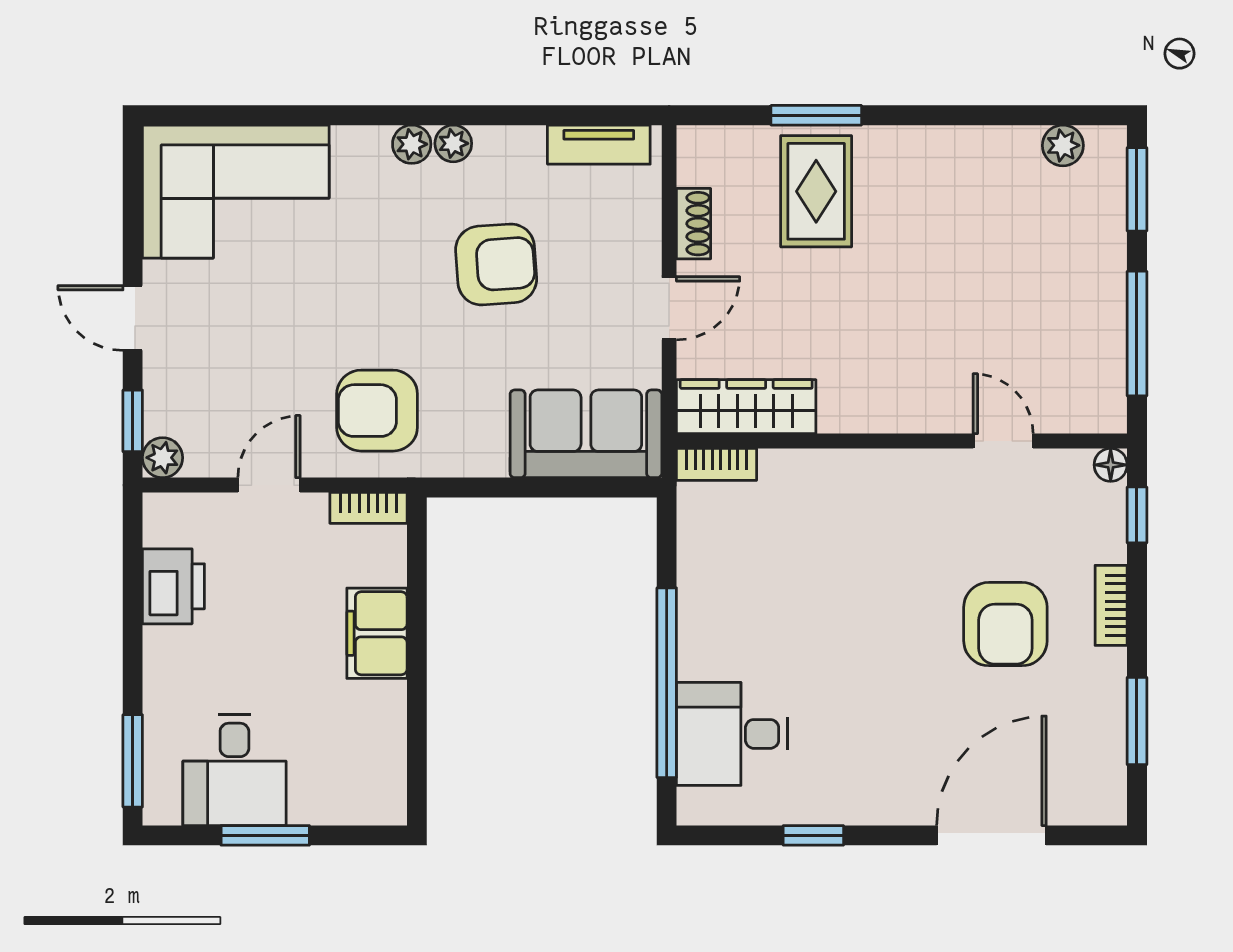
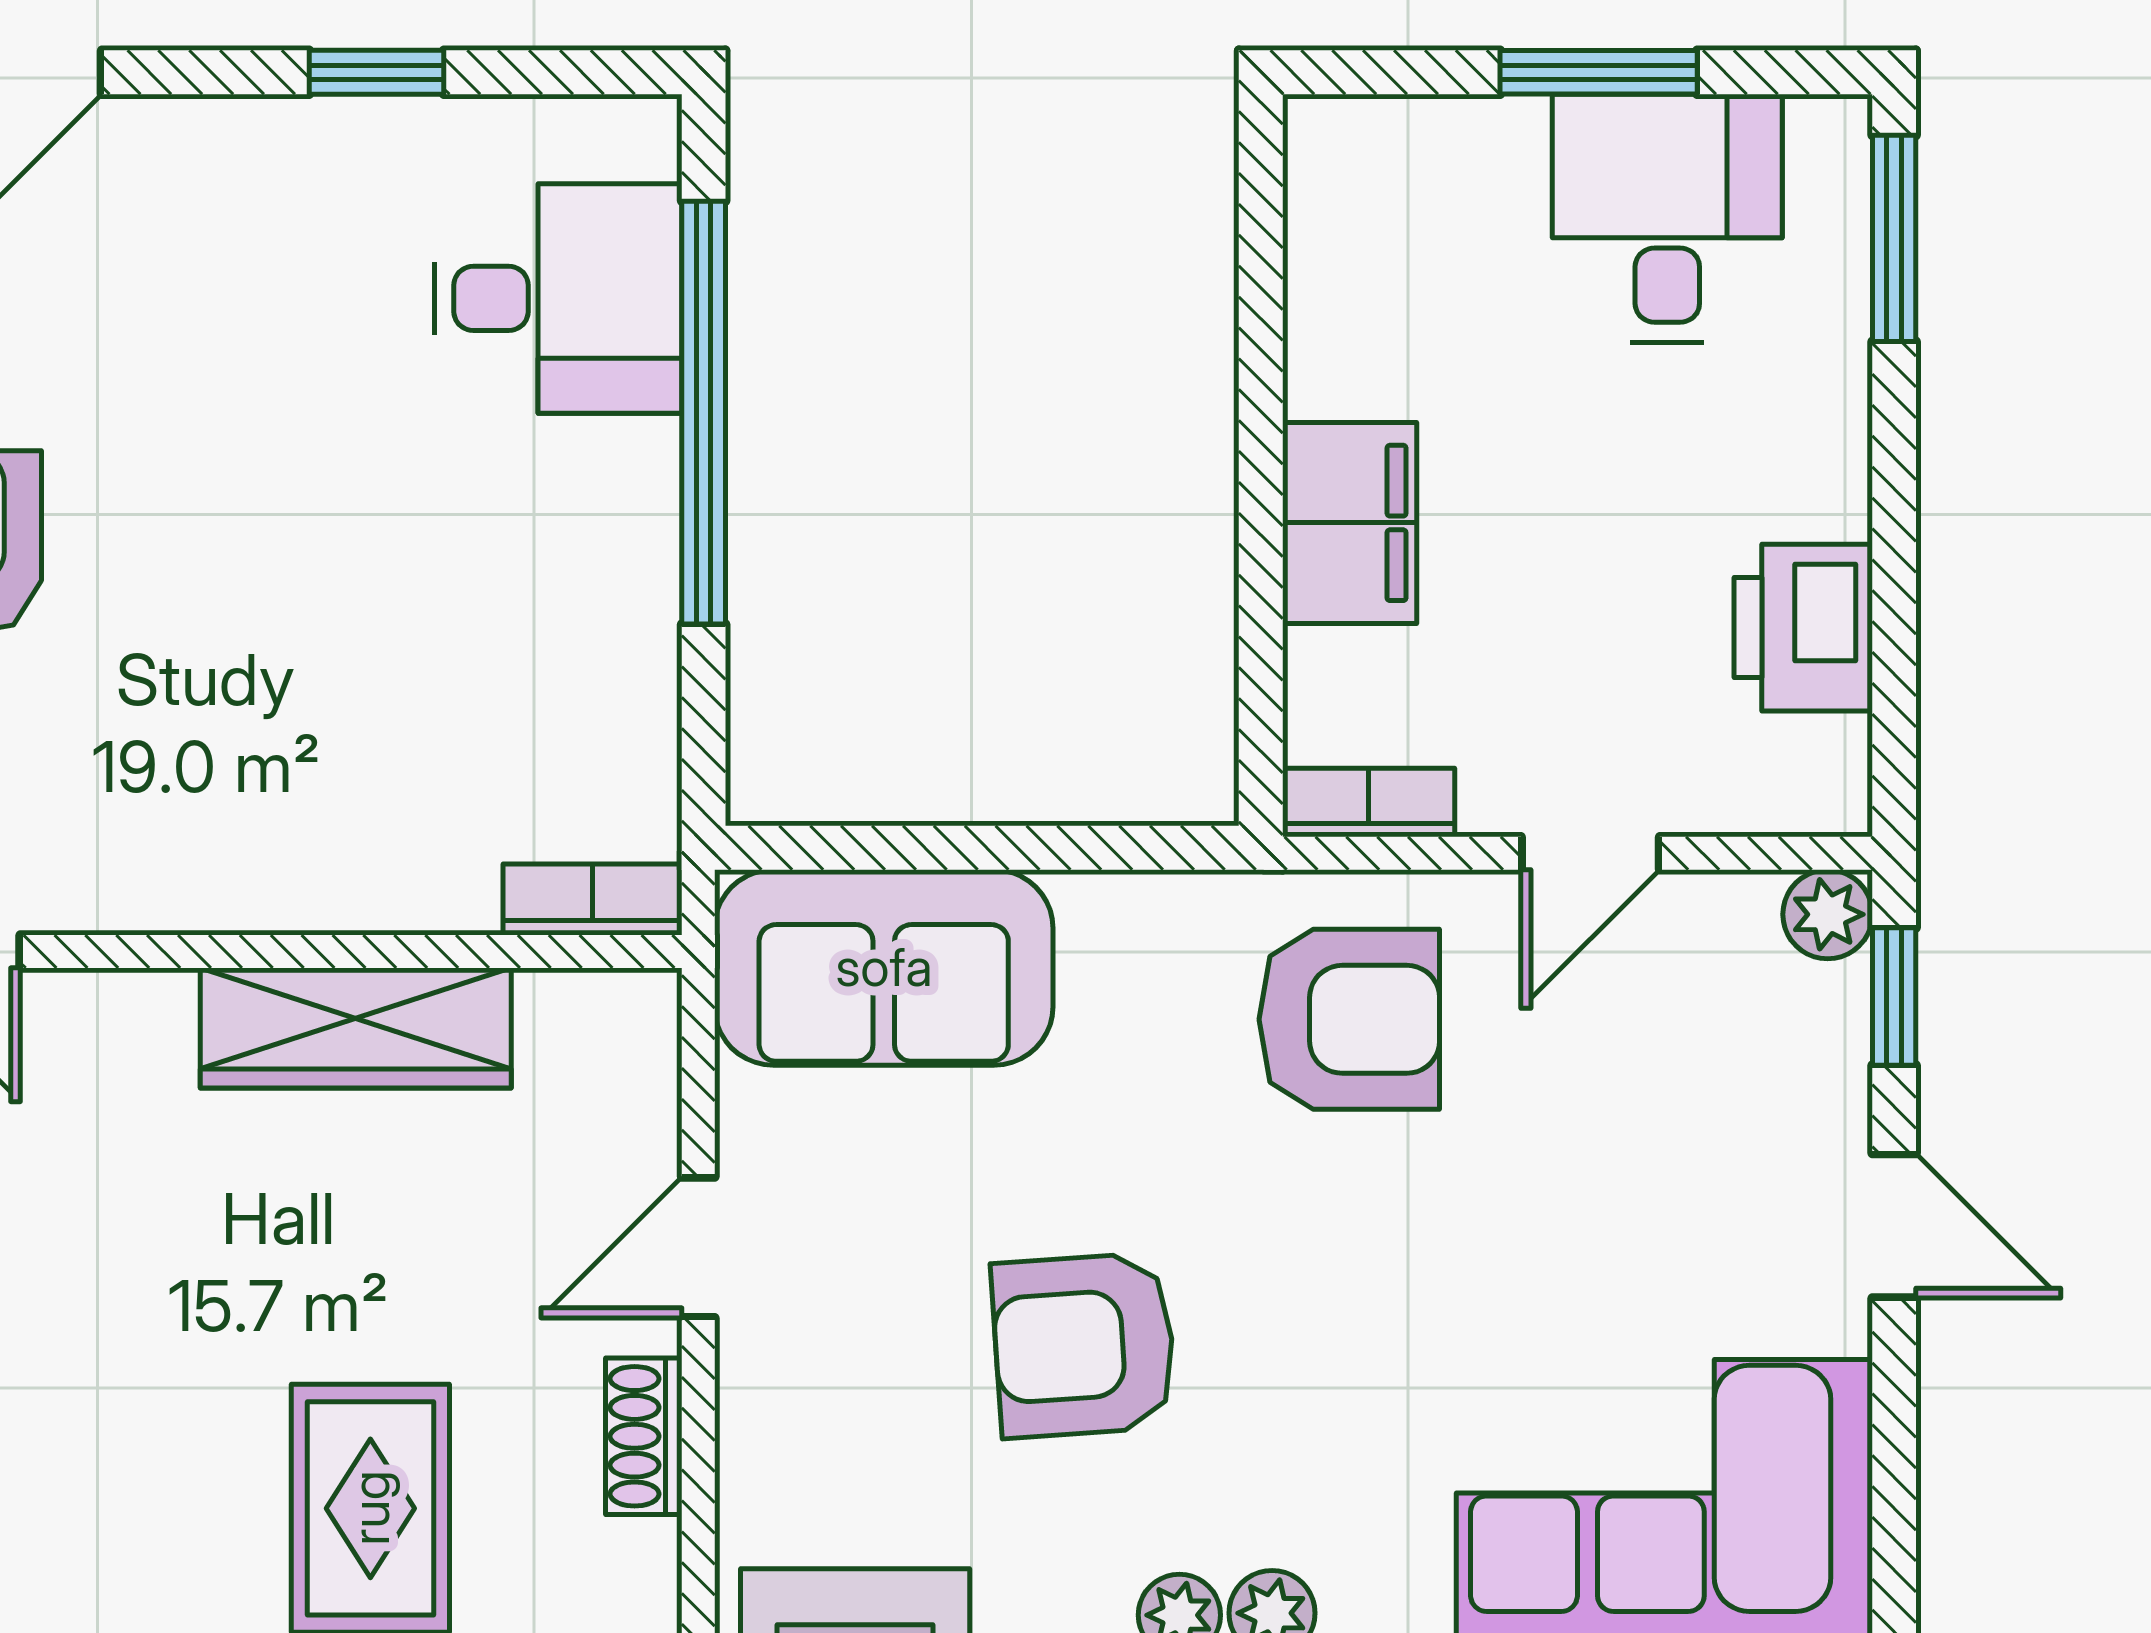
wardrobe: (746, 407) -> (356, 1028), moved

